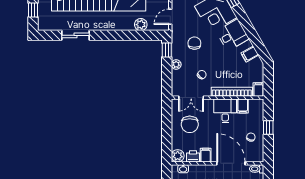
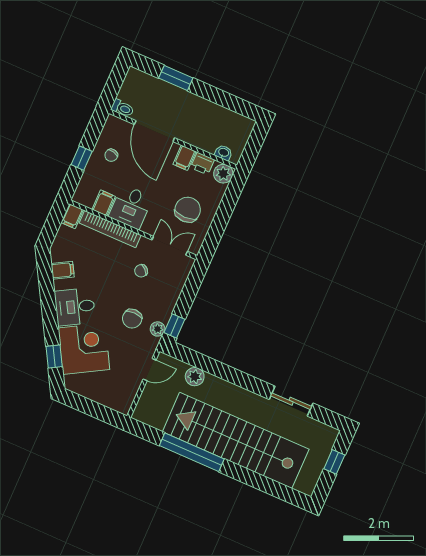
plant: (176, 65) -> (158, 329), moved

